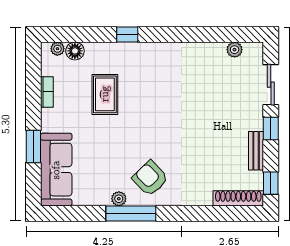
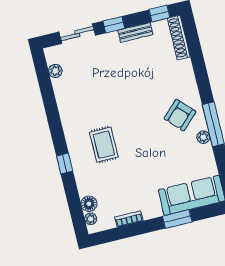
rug: (105, 94) -> (104, 145), moved, turned 90

